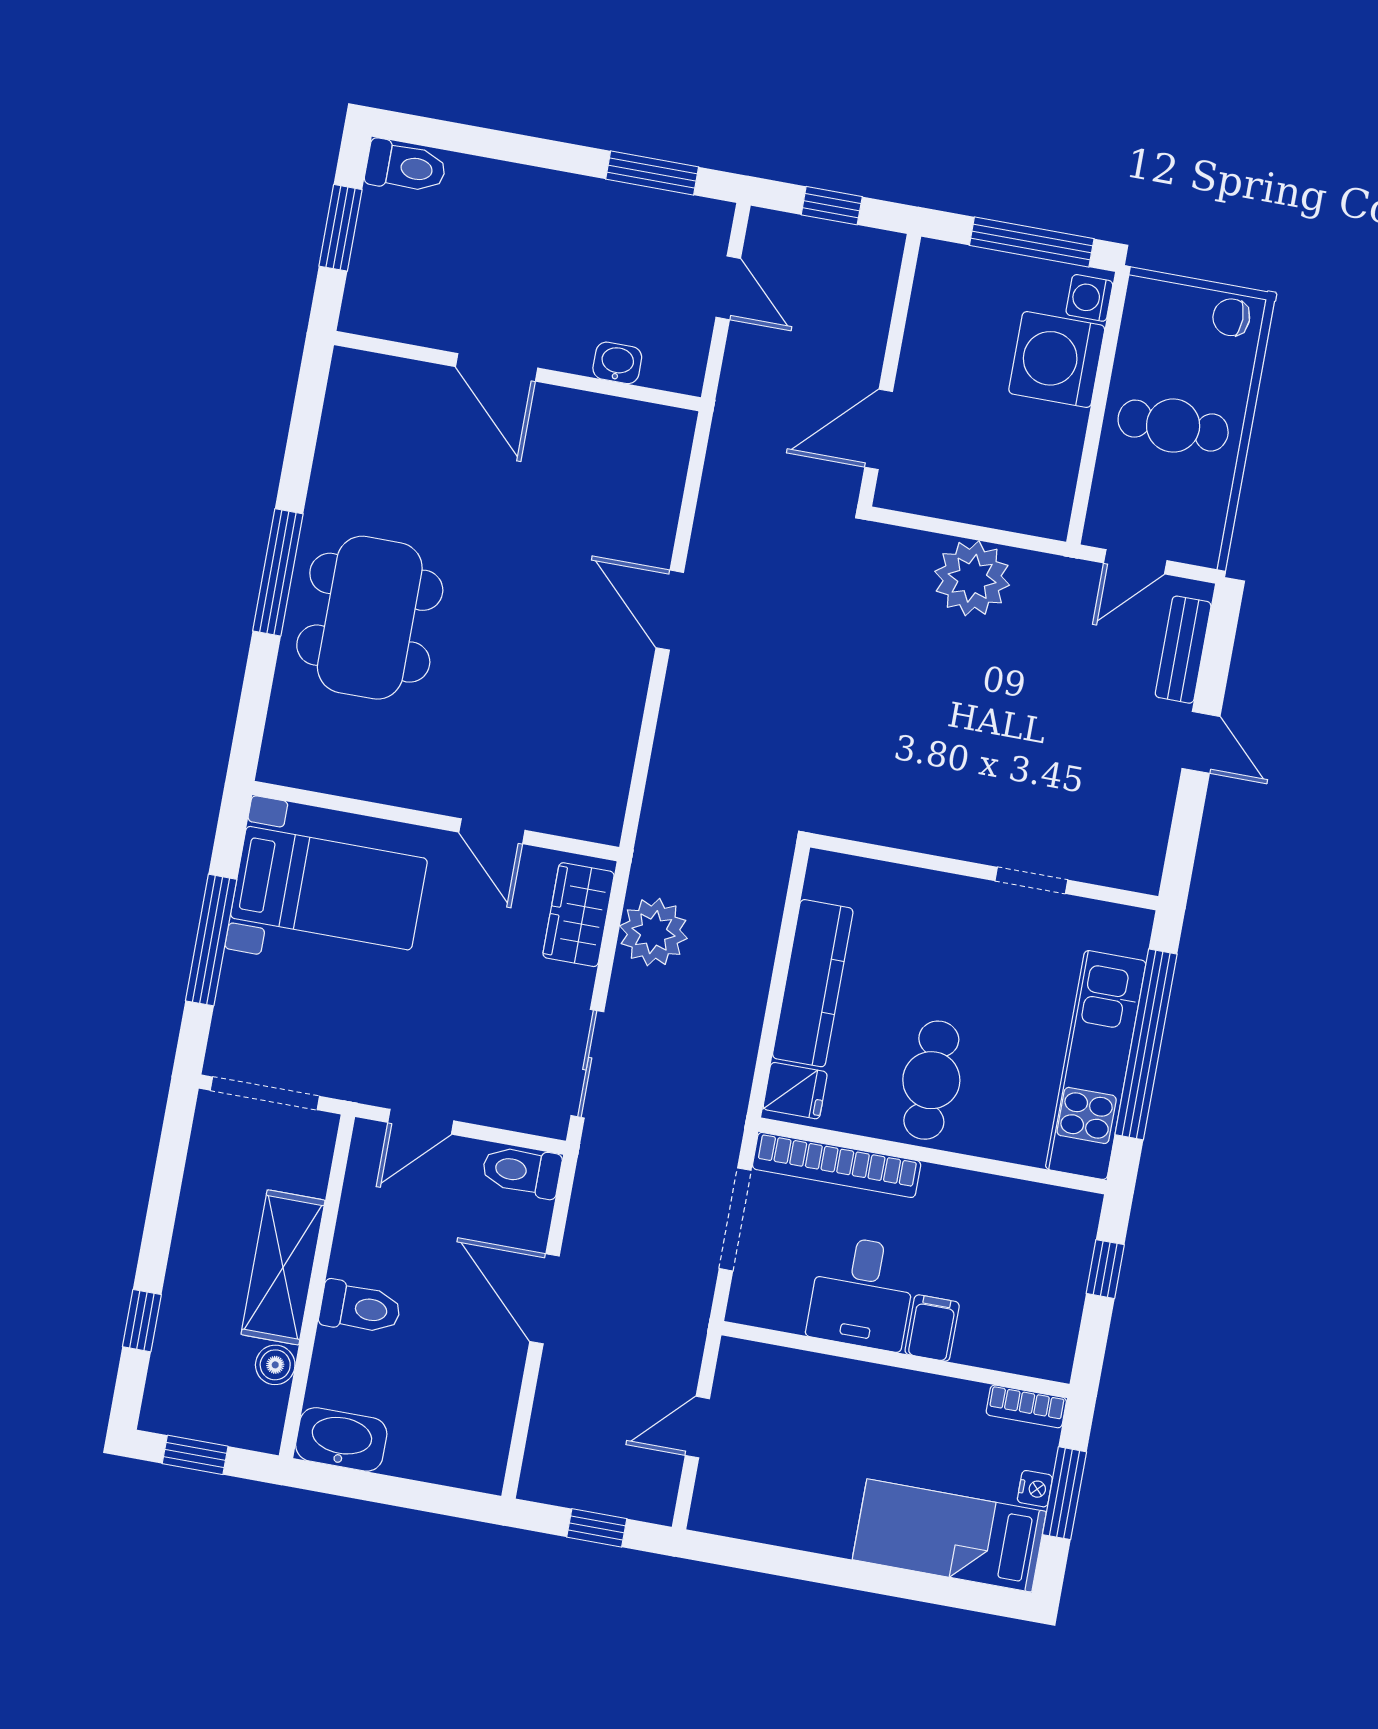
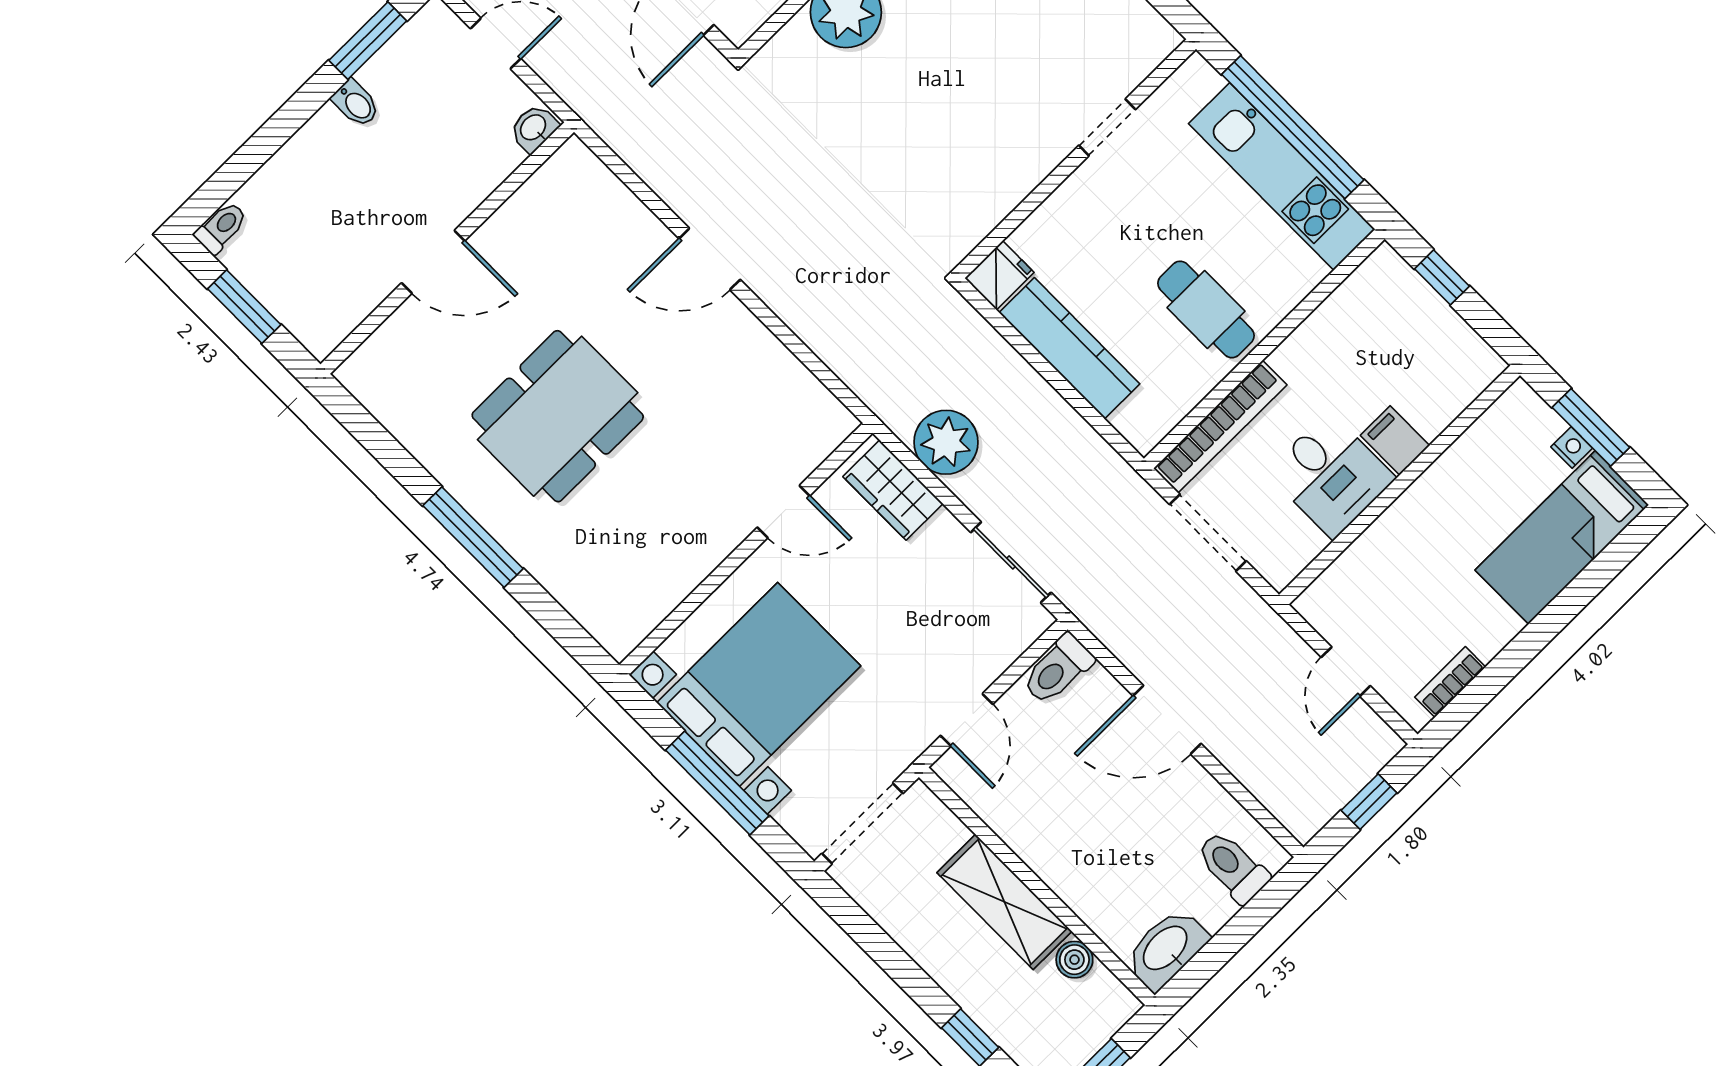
toilet: (406, 167) -> (221, 228), width x0.73, depth x0.72
bidet: (589, 201) -> (356, 103), added
washbasin: (617, 363) -> (534, 128), moved
dining table: (370, 618) -> (558, 416), moved, turned 90
bed with nightstands: (329, 888) -> (759, 684), width x1.36
fridge: (795, 1091) -> (999, 275), moved
toilet: (360, 1308) -> (1233, 867), moved, turned -90
bookcase: (1026, 1406) -> (1450, 682), moved, turned 180

